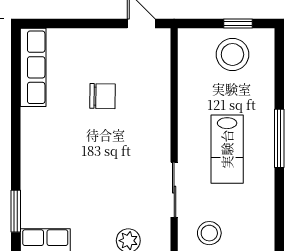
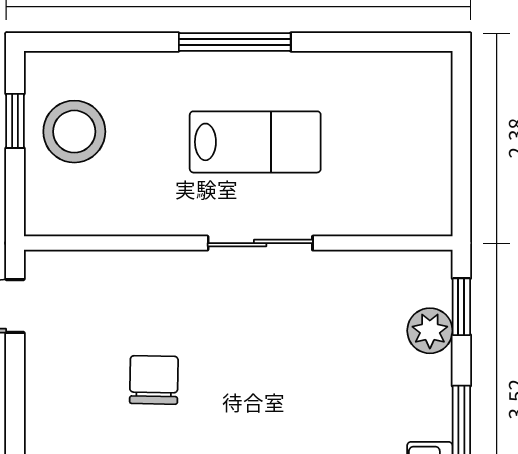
sliding door: (174, 190) -> (260, 243), moved
stool: (209, 233) -> (416, 176), removed

